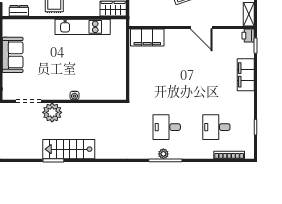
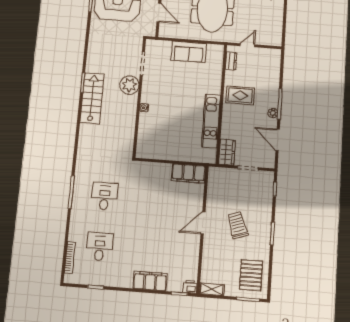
door: (201, 28) -> (203, 223), moved
filing cabinet: (147, 38) -> (188, 173), moved, turned -90
plant: (163, 154) -> (78, 191), removed

